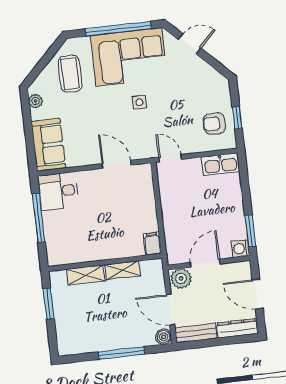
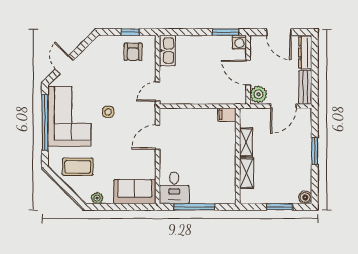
door: (258, 294) -> (279, 32), hinge flipped
window: (48, 304) -> (280, 207), moved
boiler: (164, 337) -> (305, 197), moved
window: (122, 353) -> (315, 151), width x0.69

